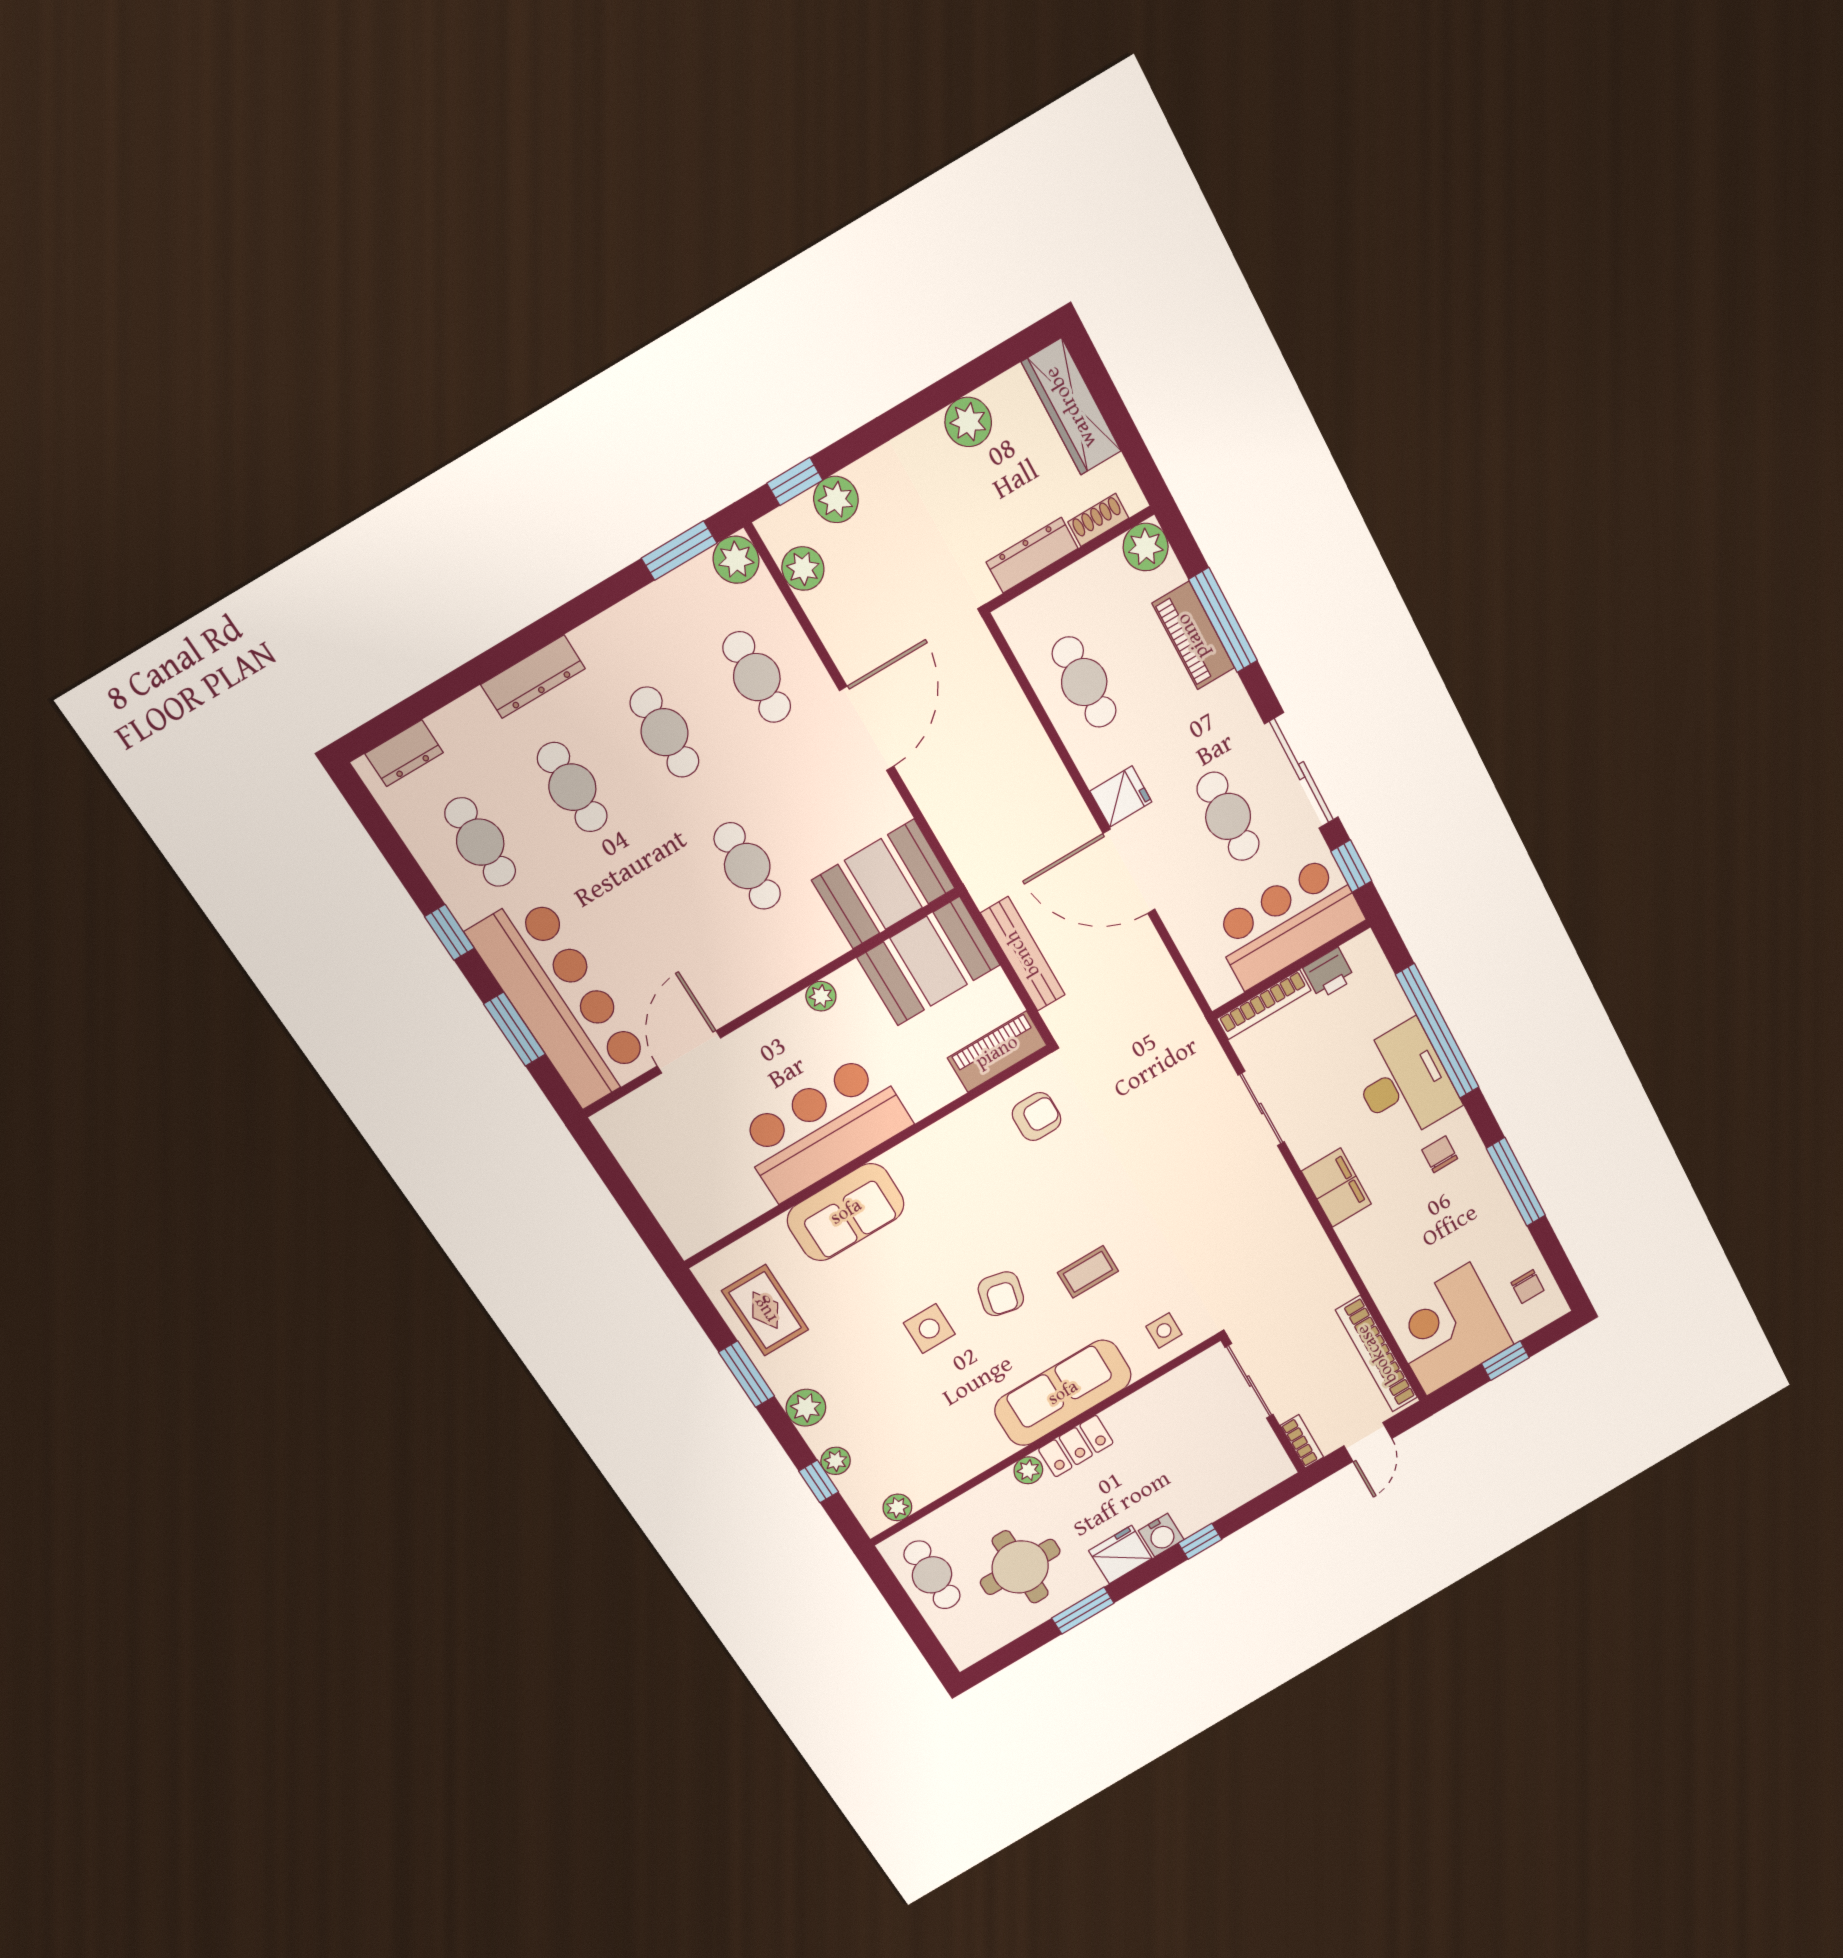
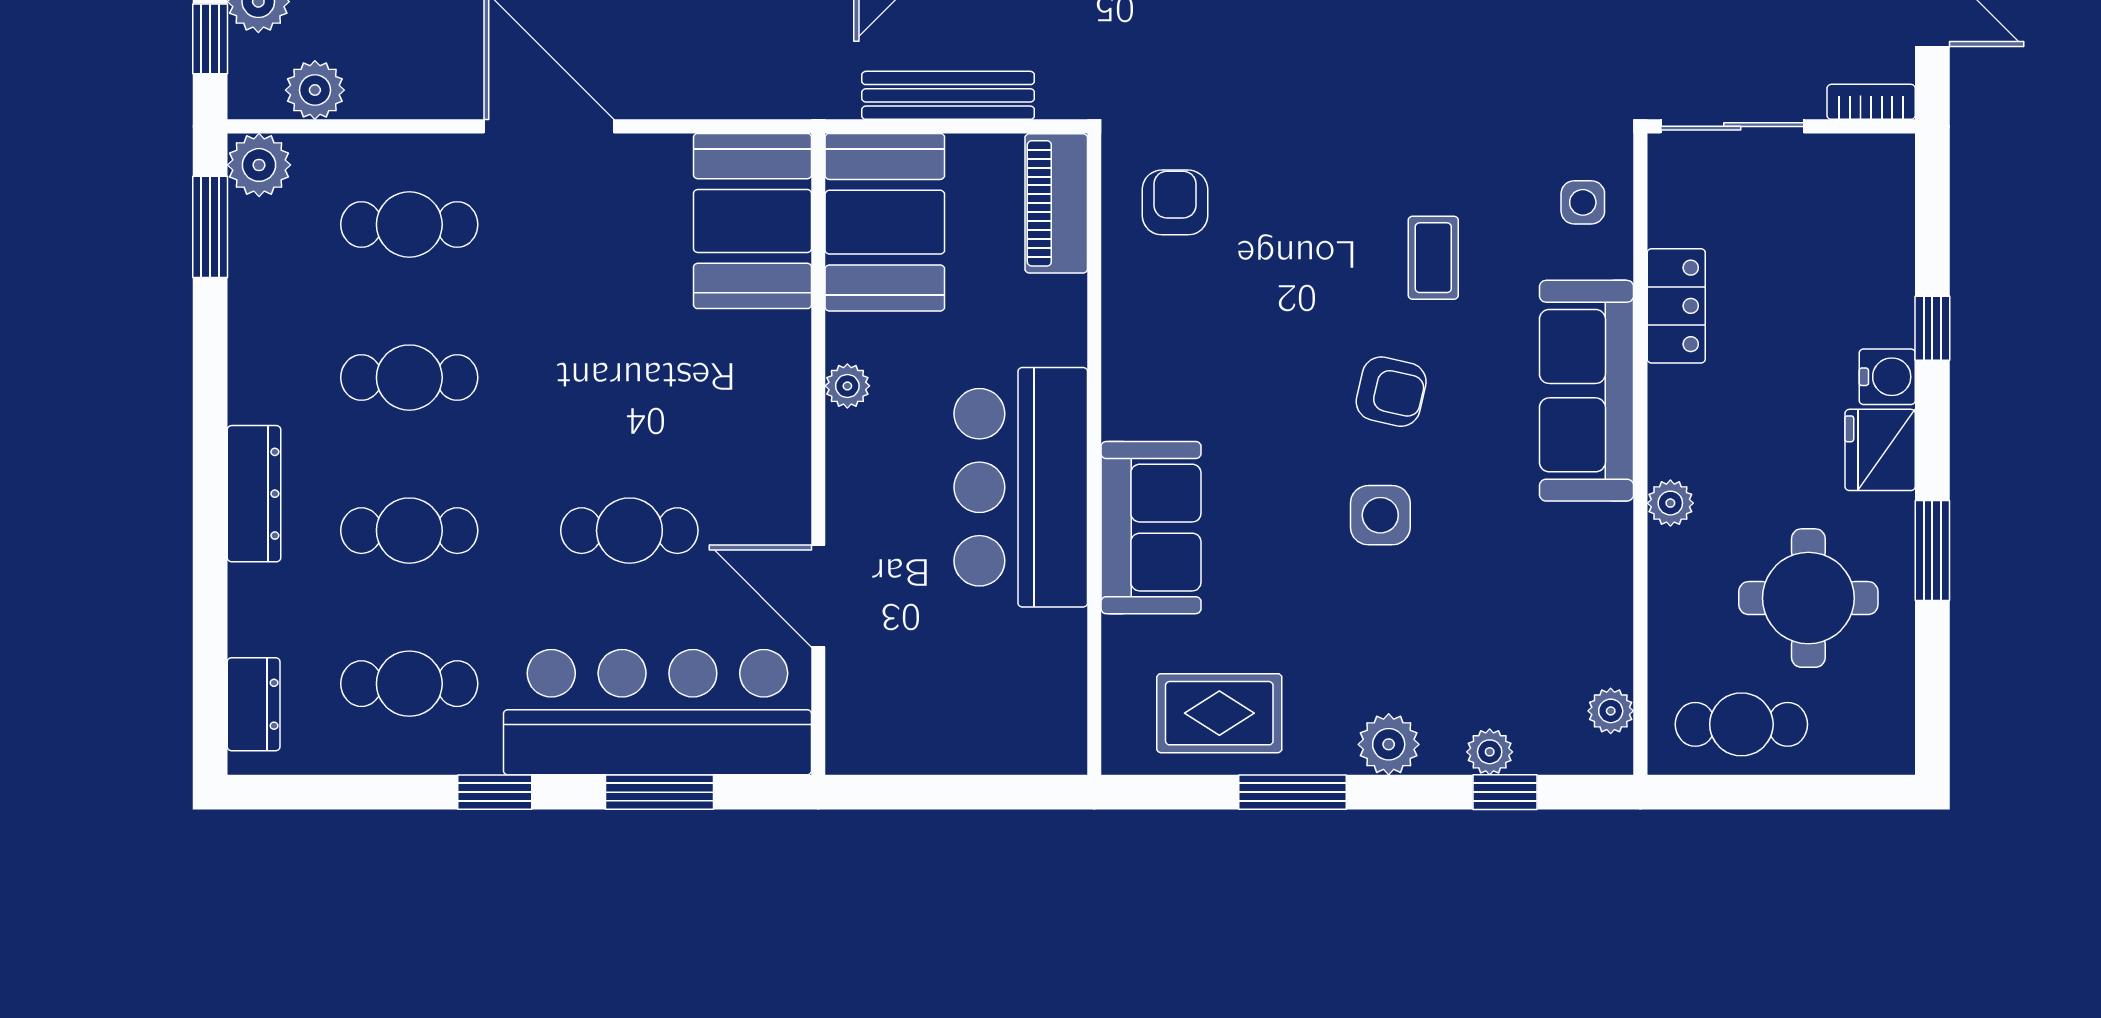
cafe table: (747, 866) -> (629, 531), moved
locker: (1076, 1446) -> (1676, 306), moved

